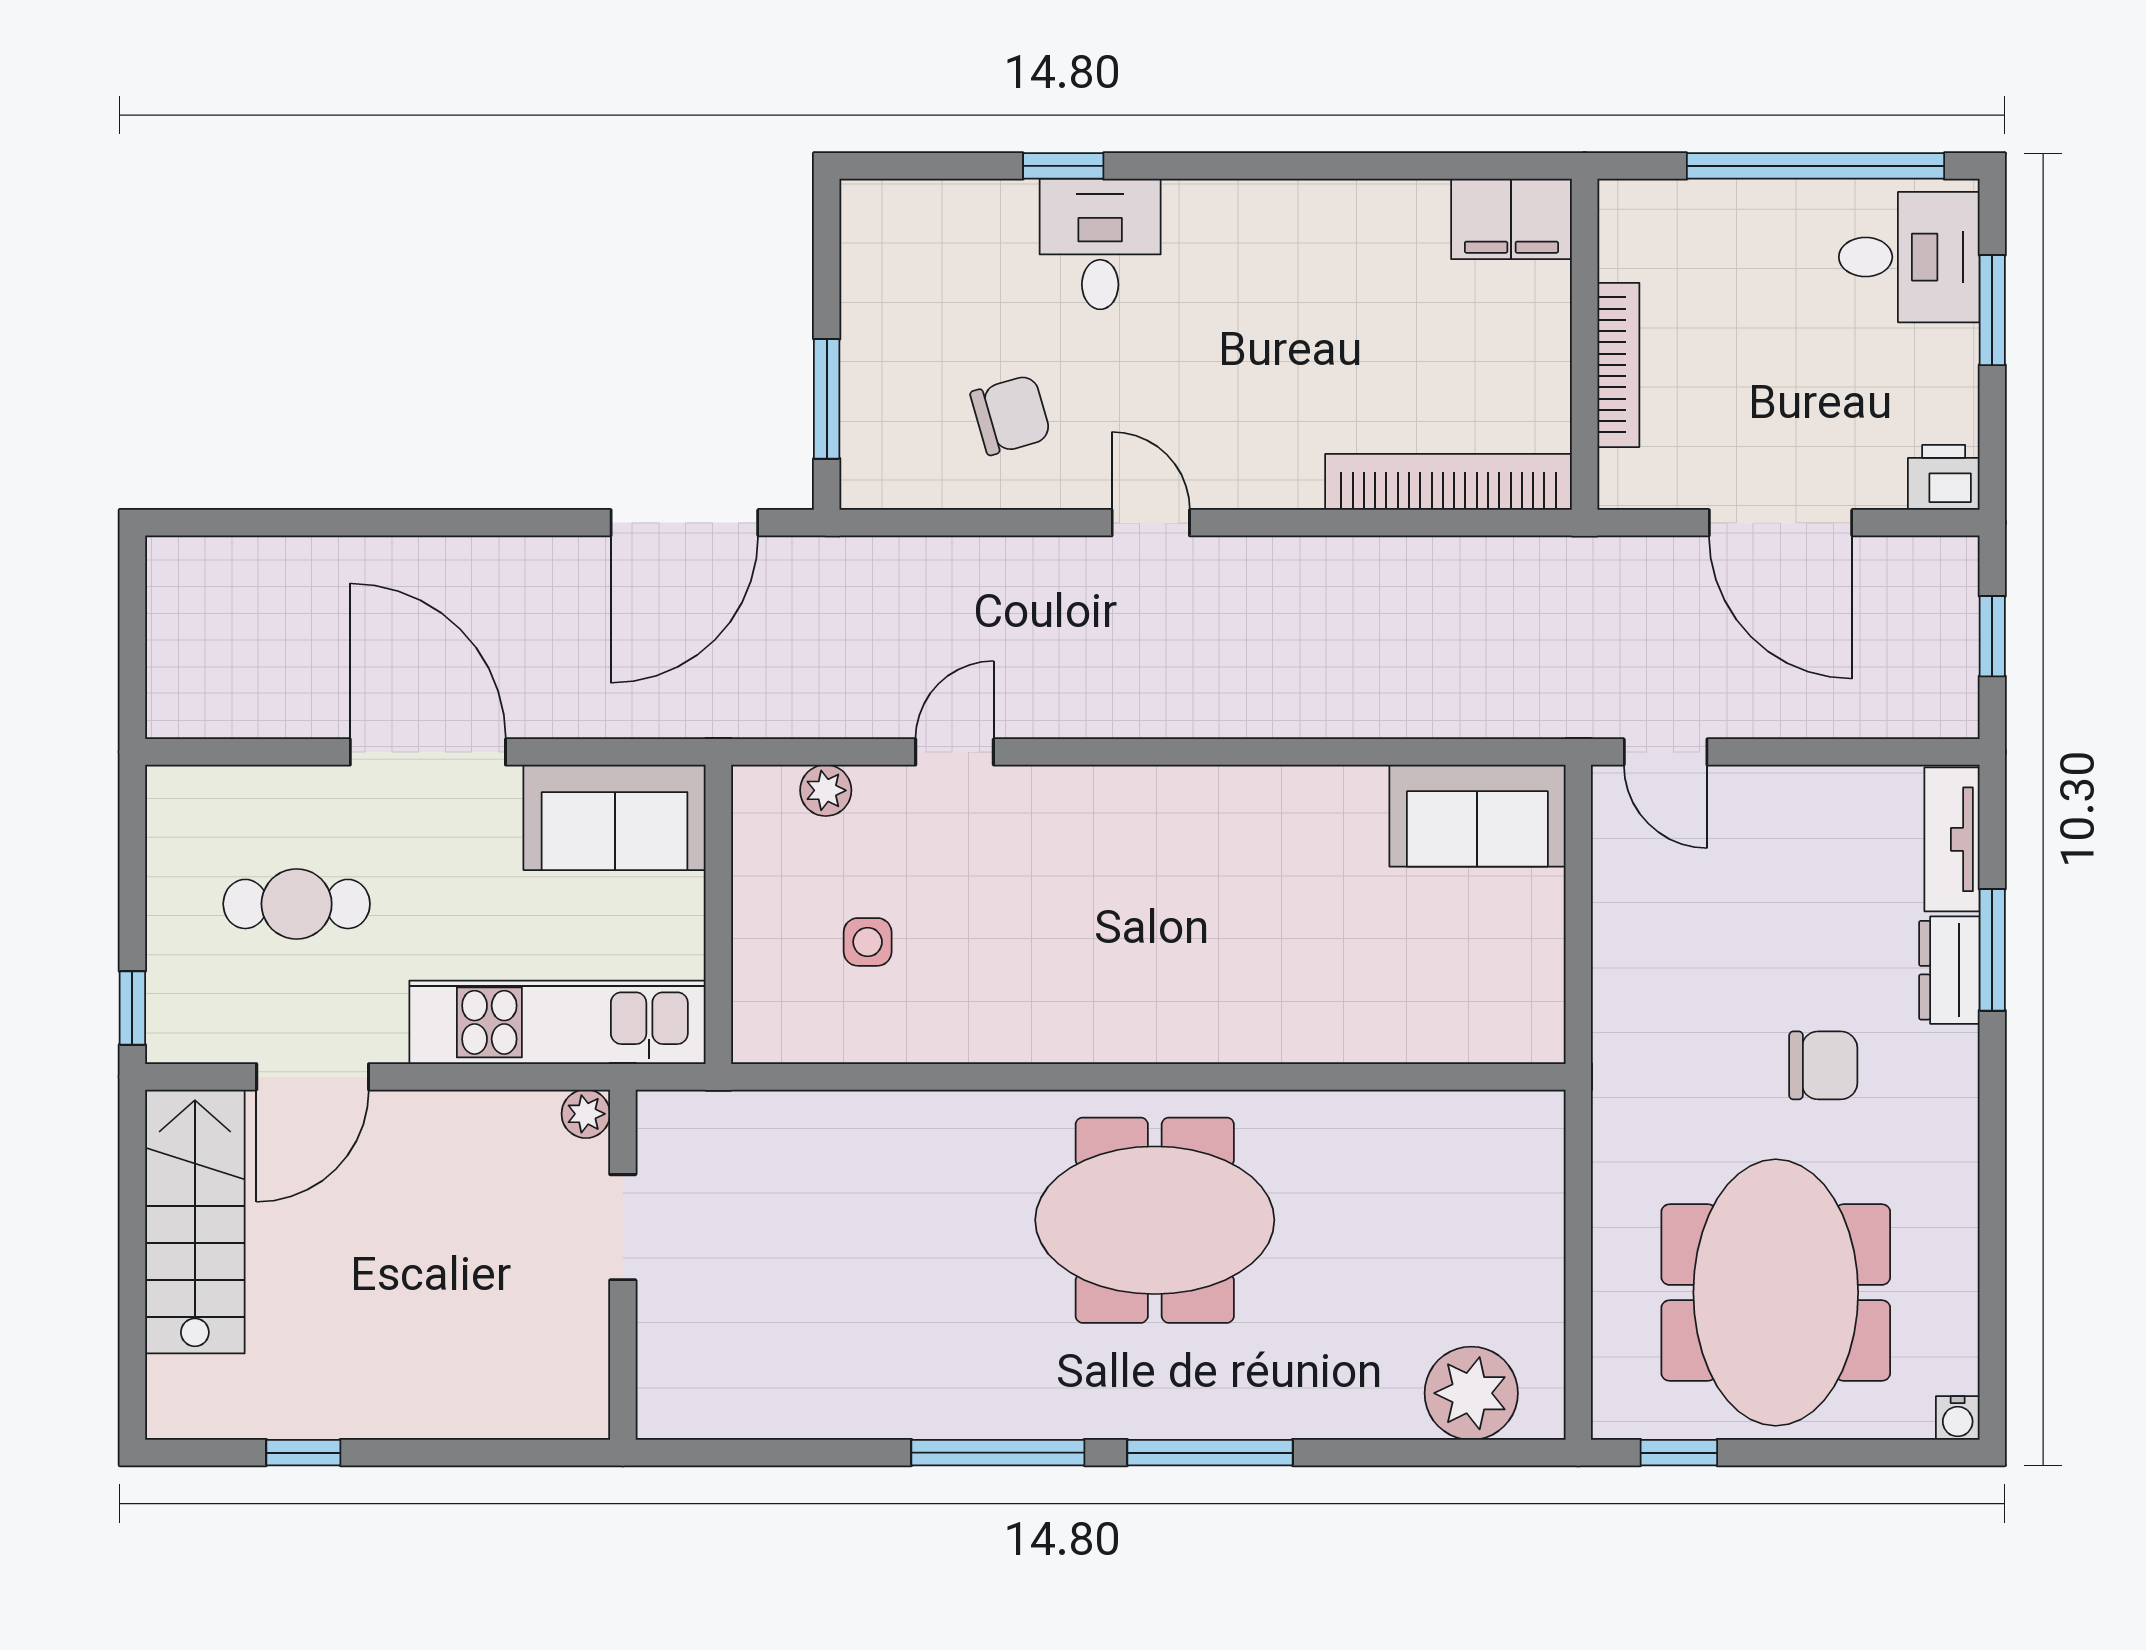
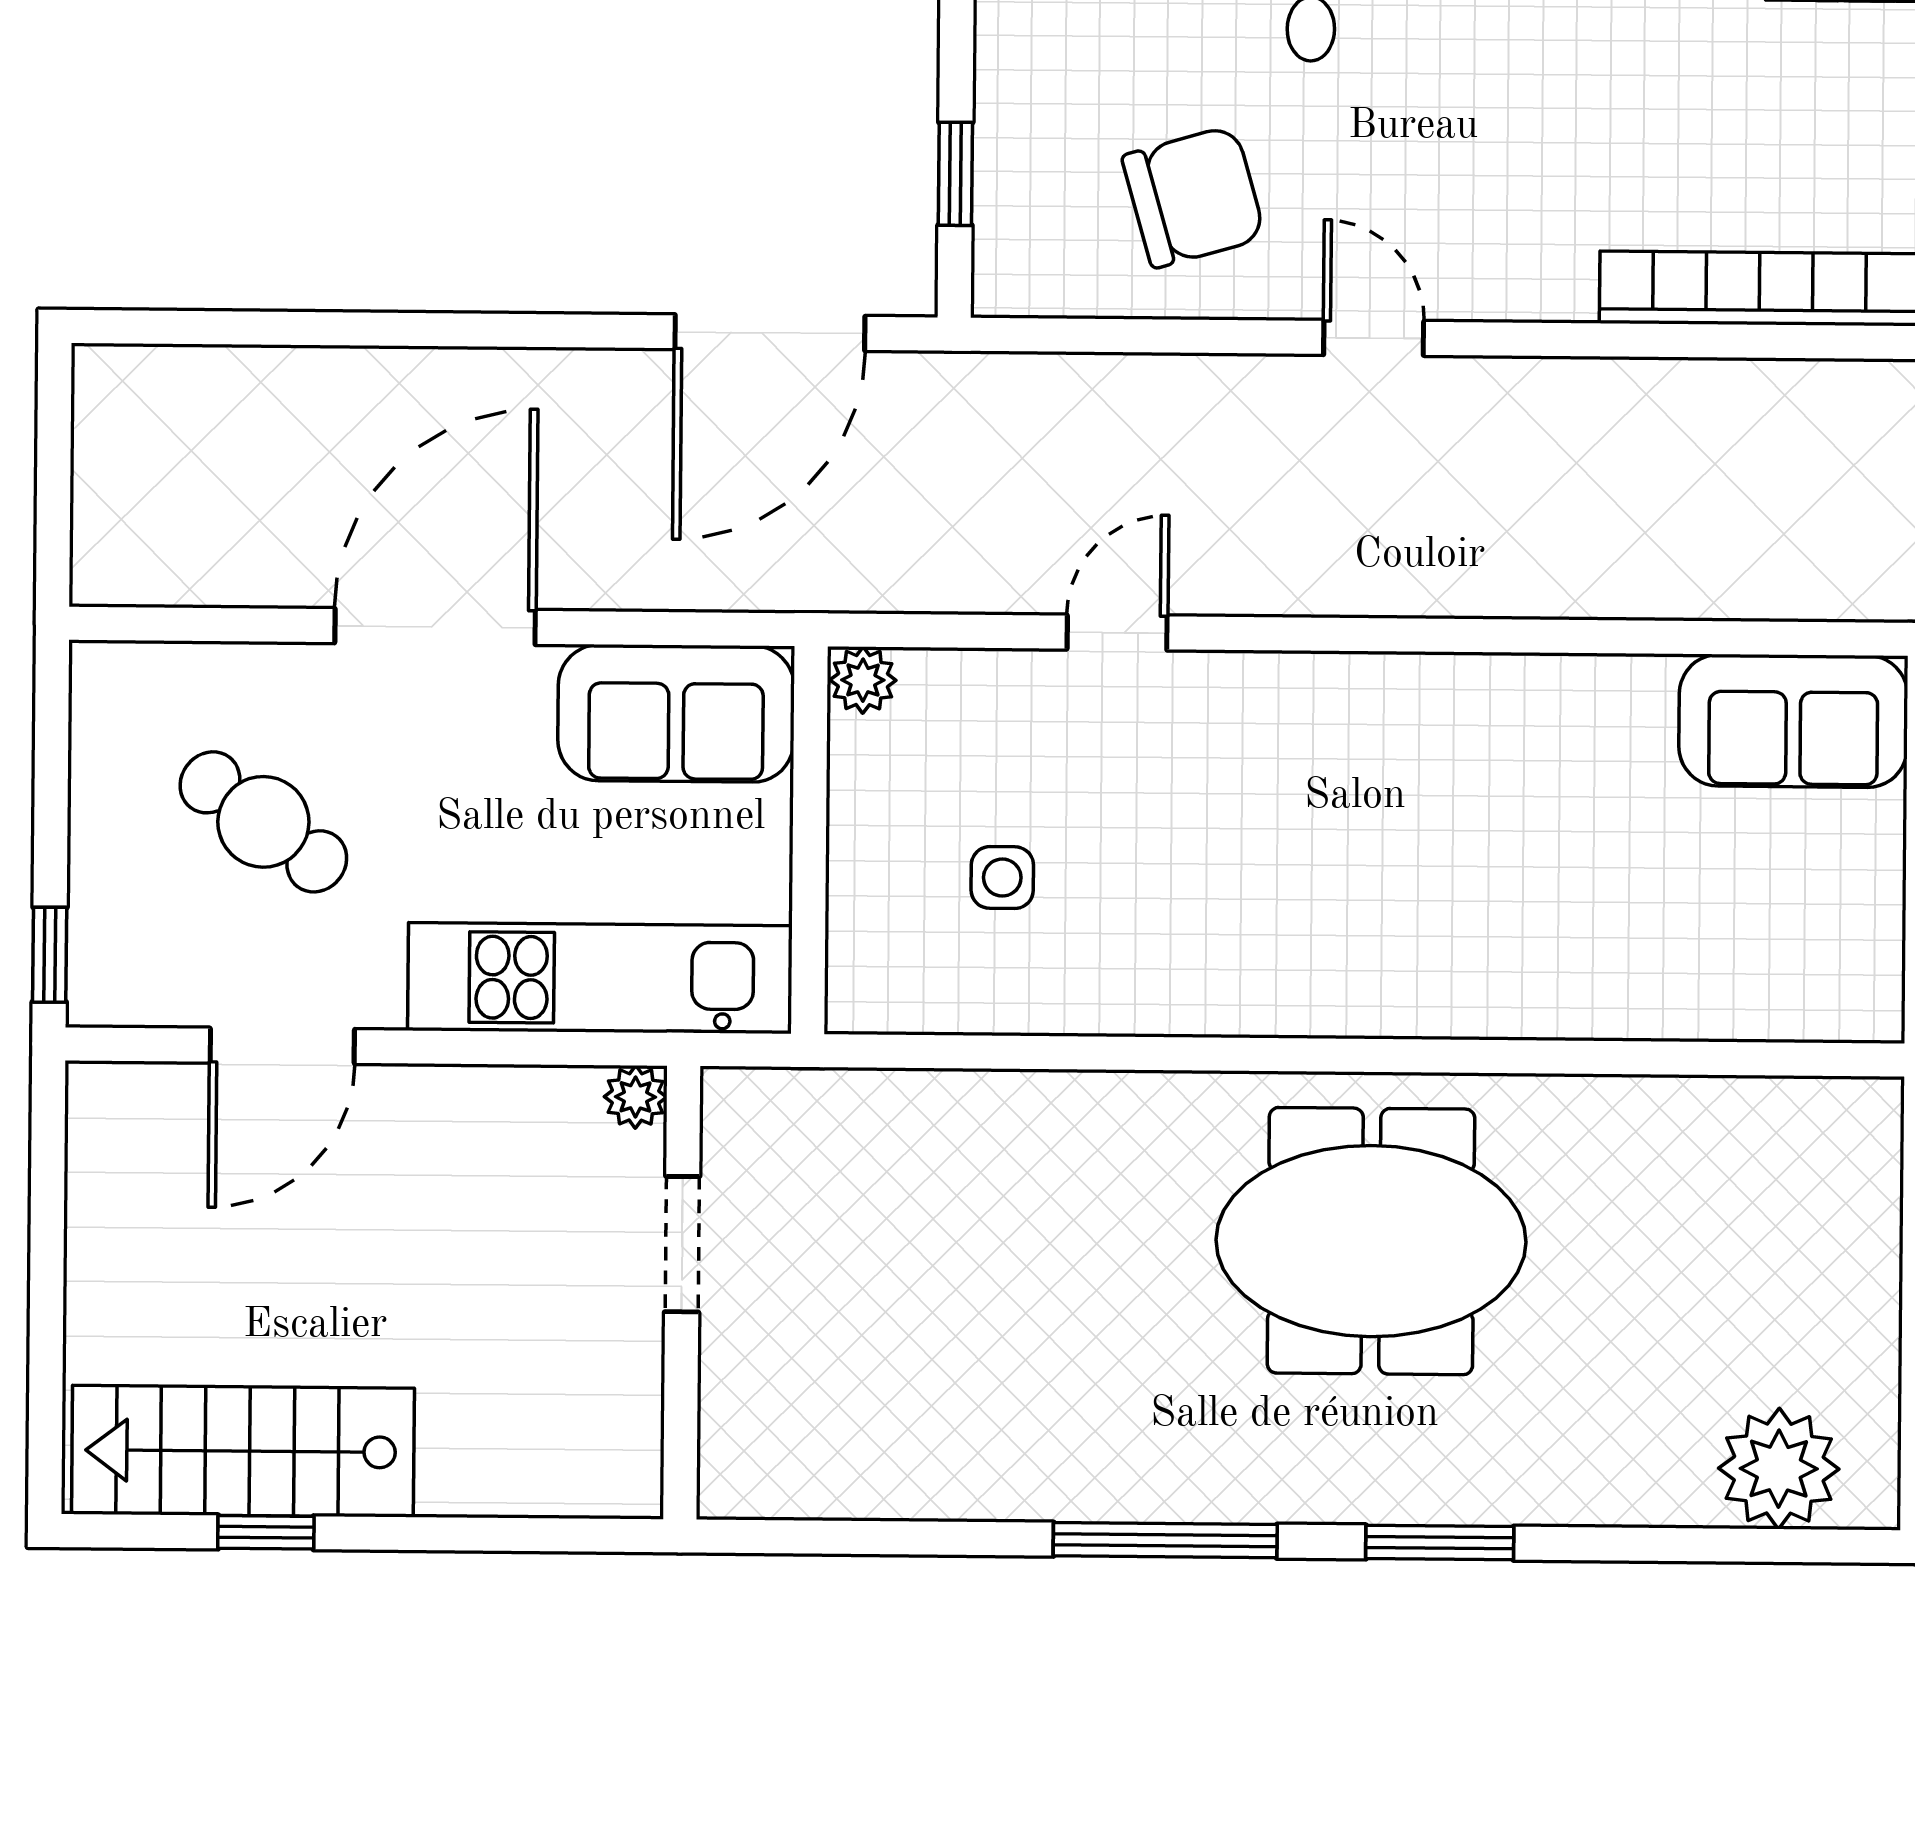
window: (827, 399) -> (955, 174), width x0.67
chair: (1011, 415) -> (1194, 197), width x1.37, depth x1.37
door: (428, 752) -> (435, 627), hinge flipped
plant: (826, 790) -> (863, 680), moved
cafe table: (297, 904) -> (263, 822), turned 36
stairs: (195, 1222) -> (243, 1451), moved, turned -90
window: (1210, 1453) -> (1440, 1543), width x0.69

